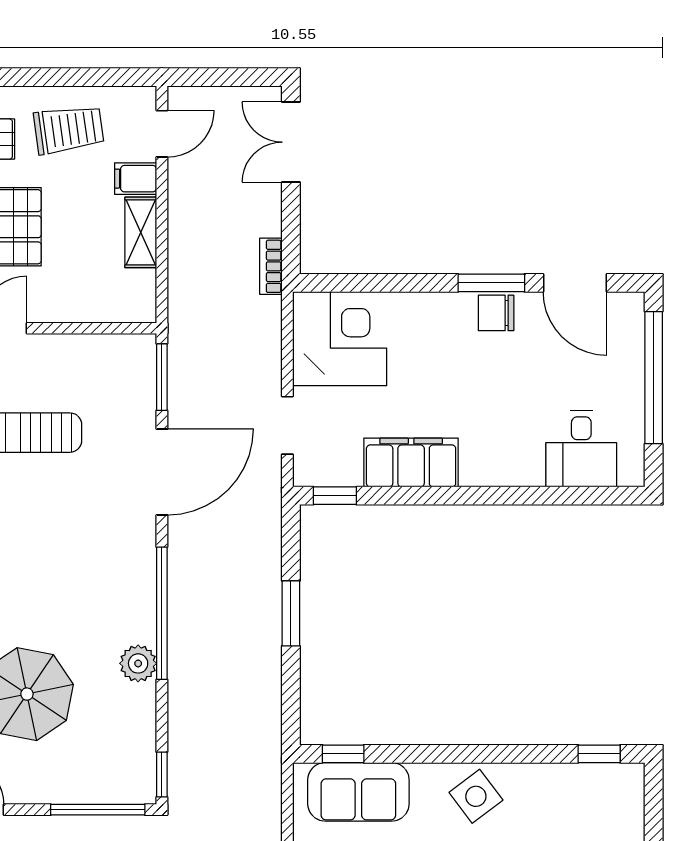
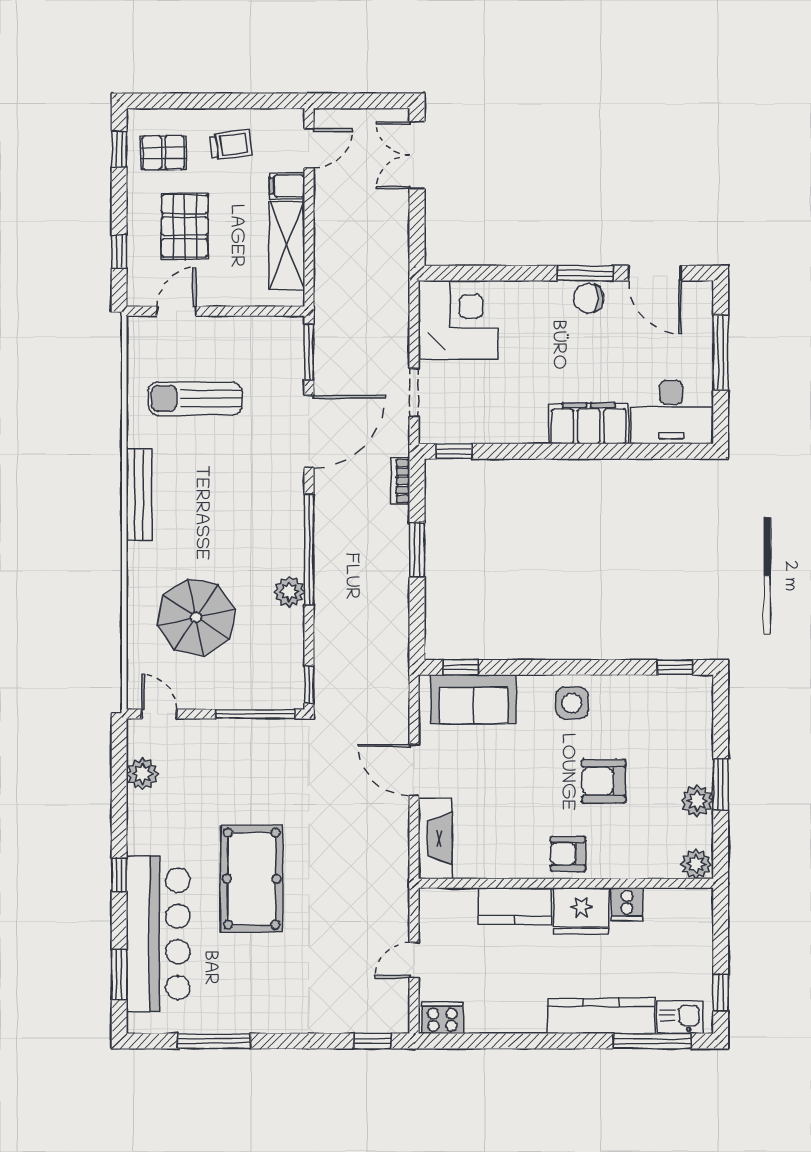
trolley: (69, 130) -> (231, 145), width x0.73, depth x0.72
shelving: (141, 232) -> (287, 246), width x1.50, depth x1.33
bookcase: (271, 266) -> (400, 481), moved
window: (654, 378) -> (721, 352), width x0.68
desk: (581, 449) -> (671, 412), width x1.37
filing cabinet: (411, 462) -> (589, 423), moved
side table: (476, 796) -> (572, 703), turned 37

